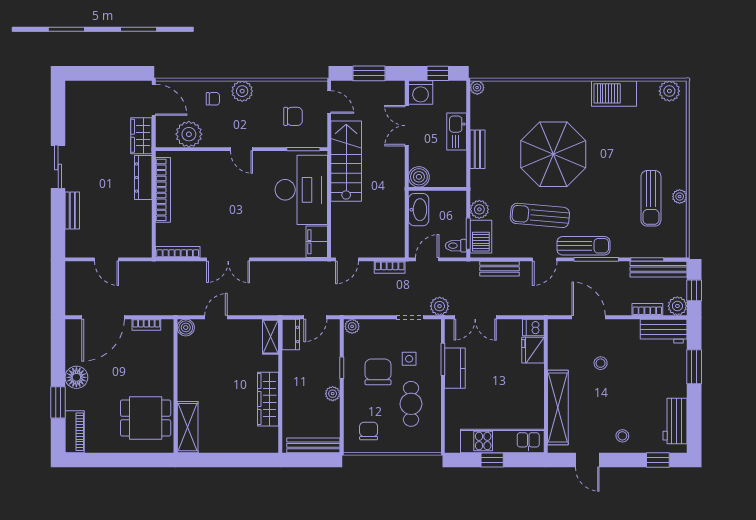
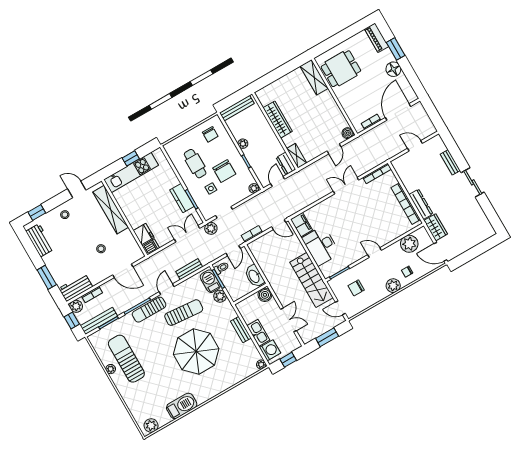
washing machine: (421, 92) -> (270, 350), moved, turned 90
desk: (301, 190) -> (321, 246), width x0.73, depth x0.77
sun lounger: (651, 198) -> (126, 359), width x1.36, depth x1.34
door: (347, 259) -> (279, 225), swing flipped

